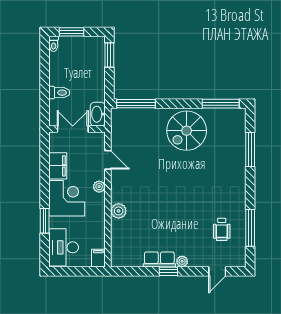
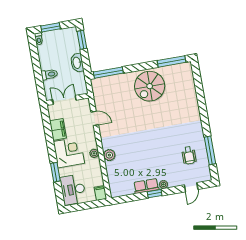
washbasin: (98, 114) -> (77, 63), moved
window: (250, 150) -> (200, 92), removed
plant: (99, 187) -> (94, 153), moved

